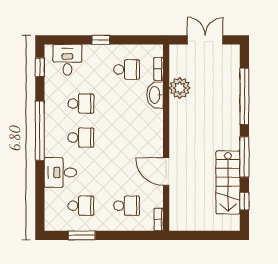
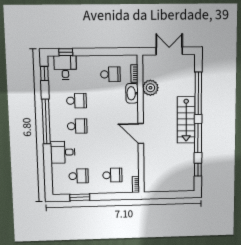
window: (101, 40) -> (66, 52), moved
door: (166, 172) -> (141, 133), moved
stairs: (228, 182) -> (186, 120), moved

